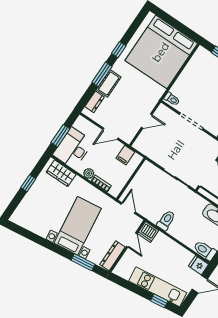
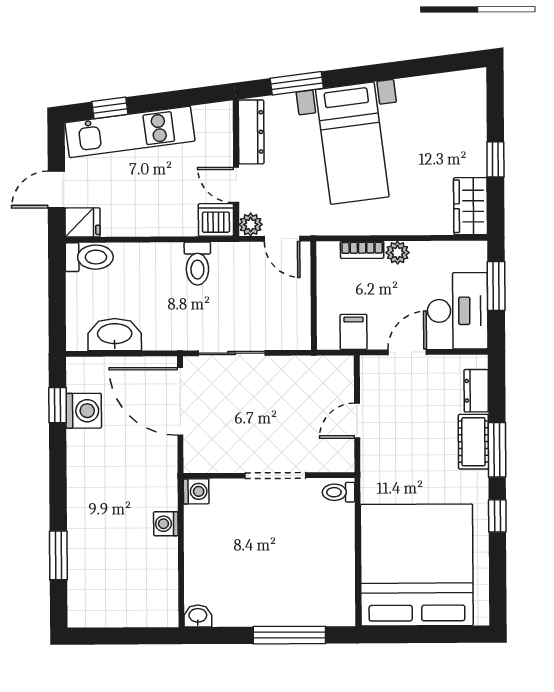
desk: (73, 148) -> (458, 311), moved
wardrobe: (61, 173) -> (470, 206), moved, turned -90
plant: (136, 221) -> (251, 225), added

